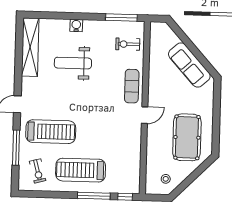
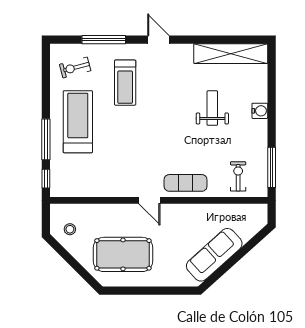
weight bench: (73, 63) -> (212, 108), width x0.73, depth x0.75
treadmill: (51, 132) -> (125, 83), width x0.73, depth x0.73

